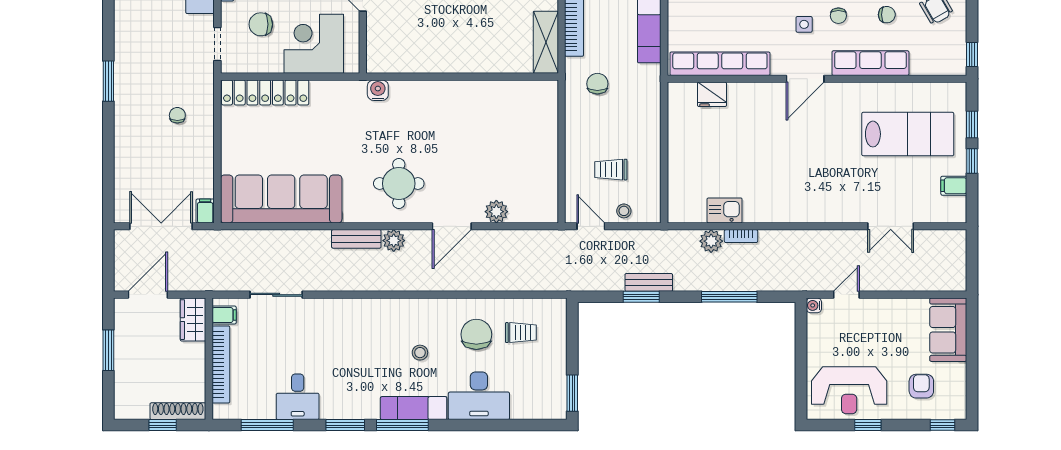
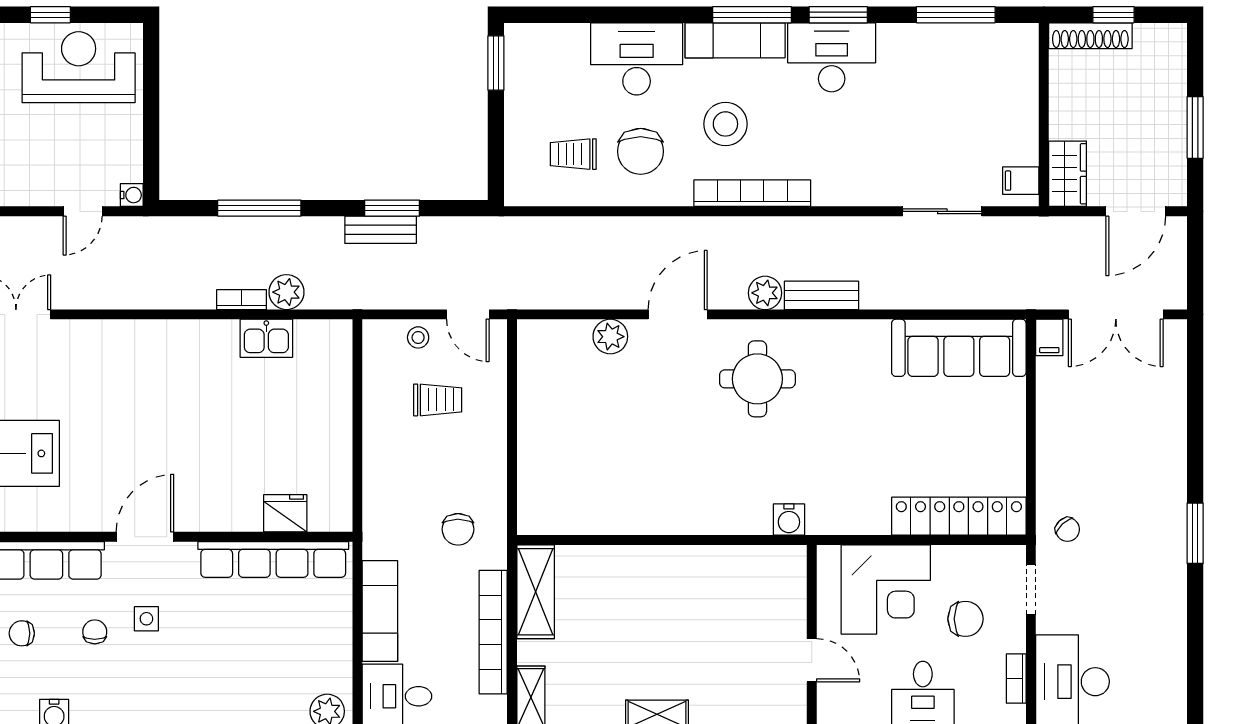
chair: (177, 115) -> (1068, 529), moved, turned -43
sofa: (281, 199) -> (959, 348), width x0.74, depth x0.79
stool: (420, 353) -> (725, 124), width x1.89, depth x1.89
bookcase: (221, 364) -> (752, 193), moved, turned 90
desk: (298, 397) -> (832, 57), moved, width x1.37

